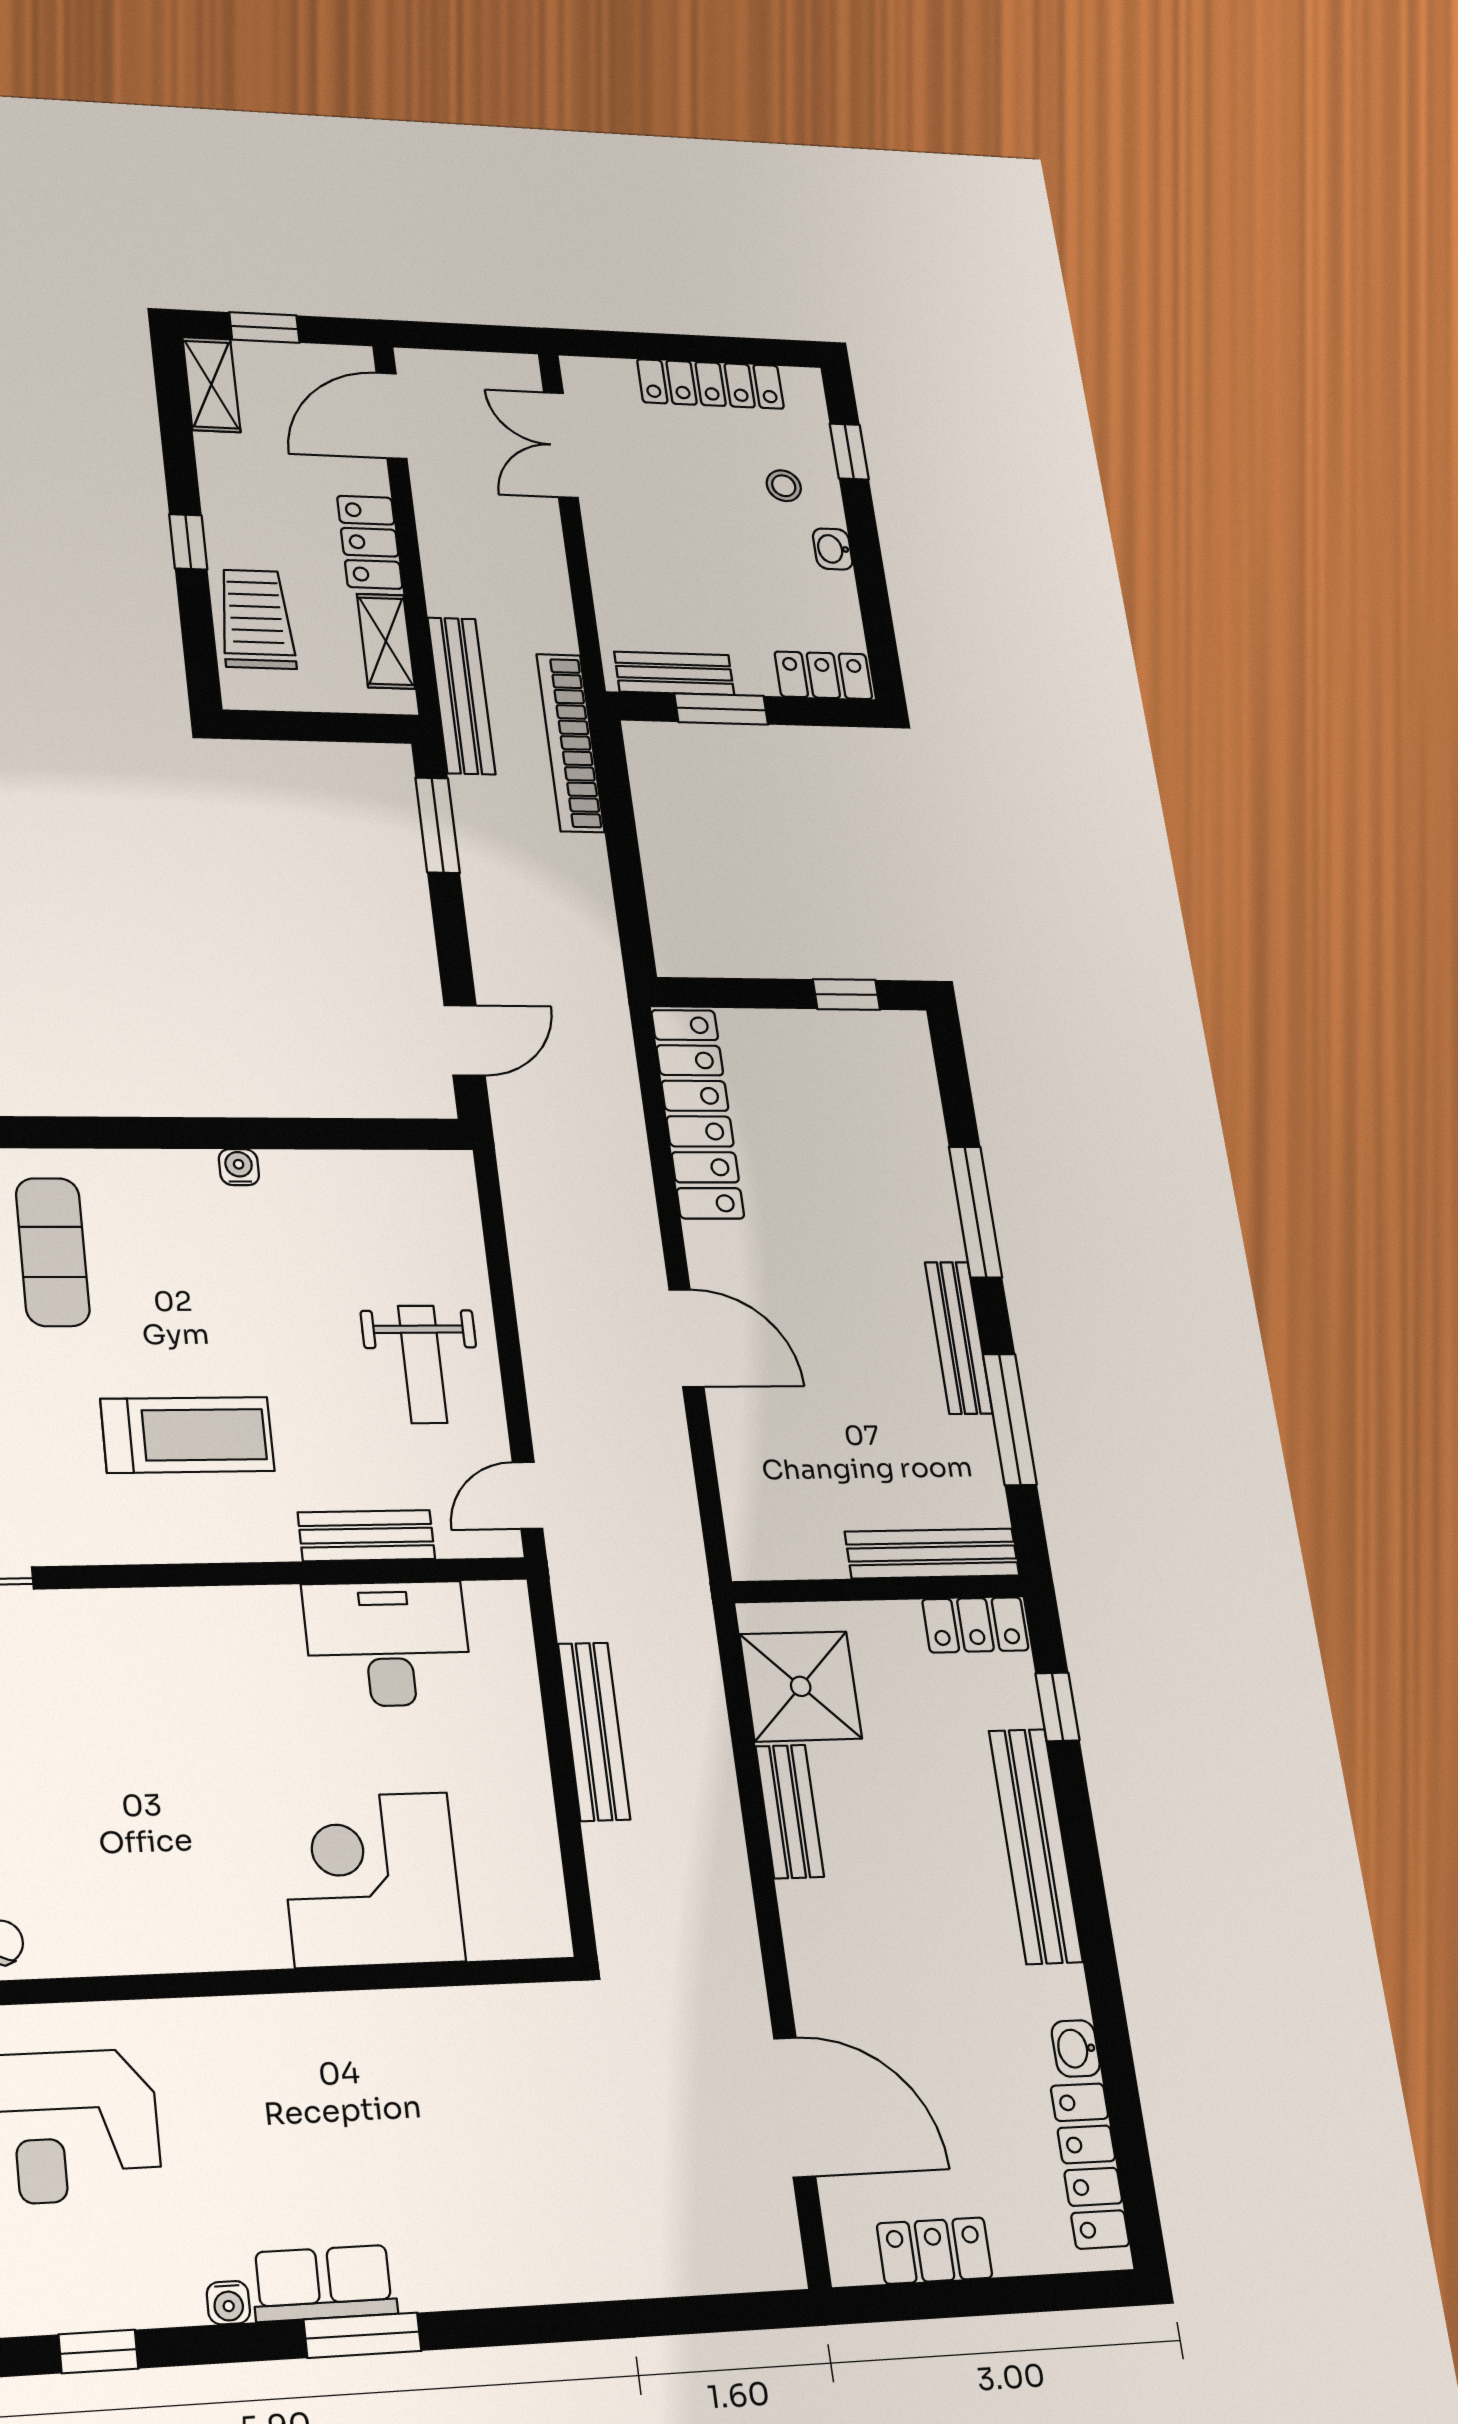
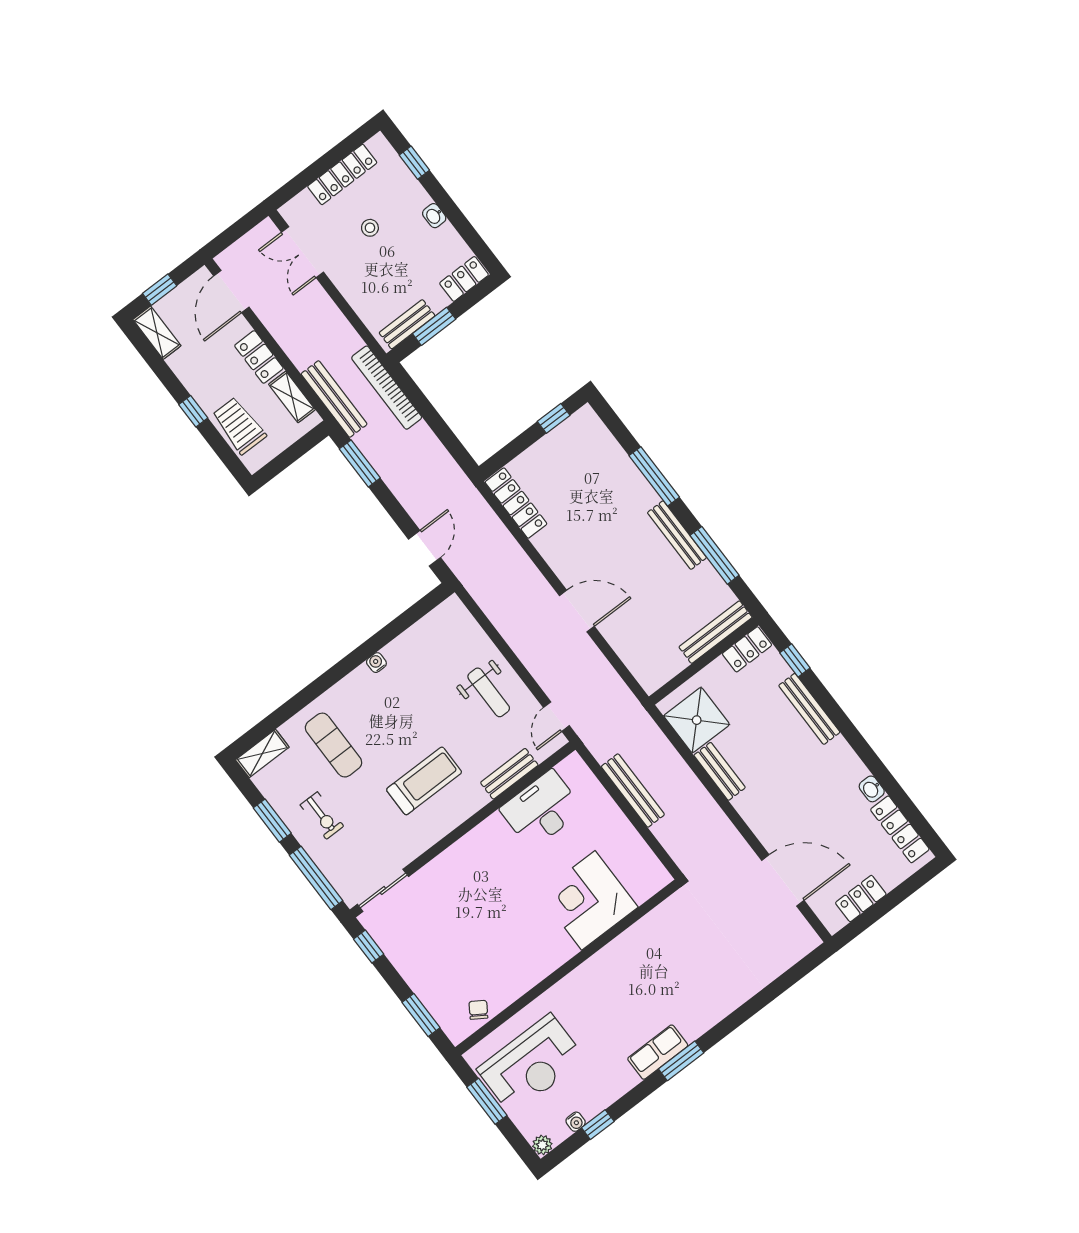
stool: (784, 486) -> (370, 228), moved
locker: (698, 1114) -> (516, 503), width x0.71, depth x0.83
bench: (1036, 1846) -> (809, 709), width x0.73, depth x0.82
water cooler: (228, 2303) -> (576, 1122), moved

